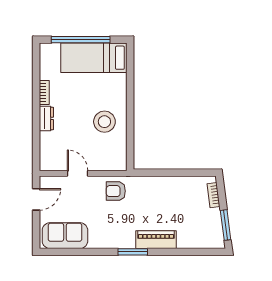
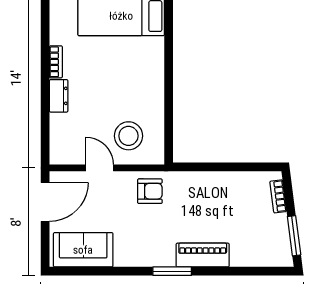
stool: (104, 122) -> (128, 136), moved
armchair: (116, 191) -> (150, 191), turned 180
door: (36, 199) -> (45, 202), width x1.38

